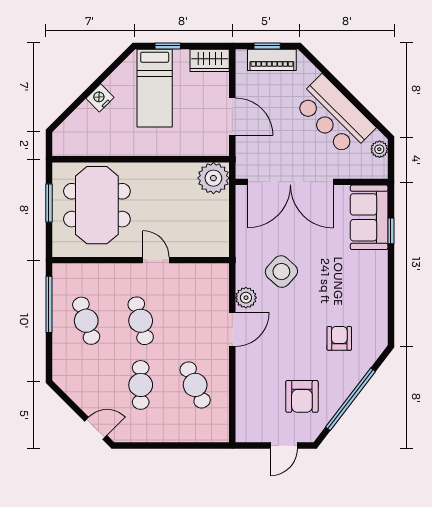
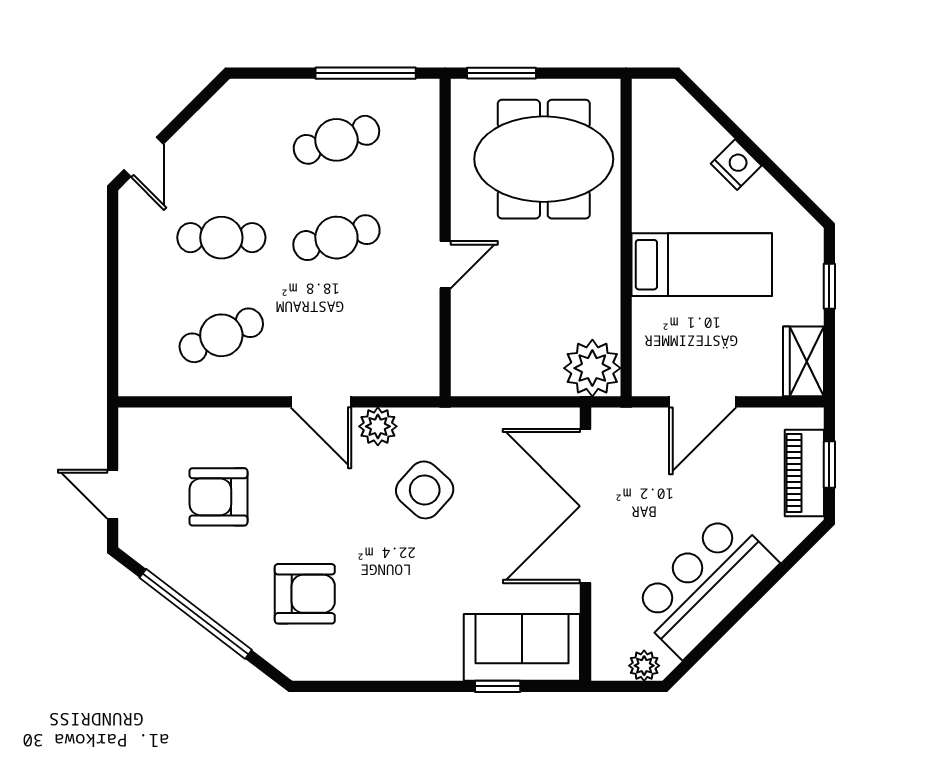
bed: (155, 88) -> (702, 265), moved, turned 180
window: (49, 203) -> (501, 73), moved
armchair: (339, 338) -> (305, 594), width x1.38, depth x1.38
armchair: (302, 396) -> (218, 497), moved

